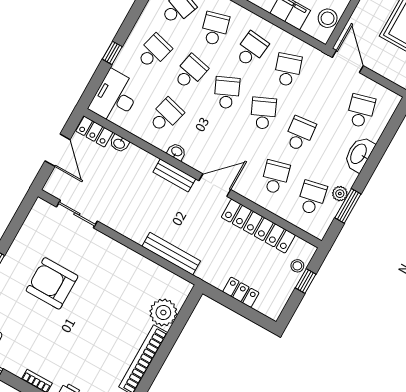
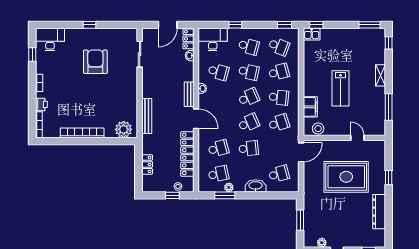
plant: (163, 312) -> (124, 129), moved

